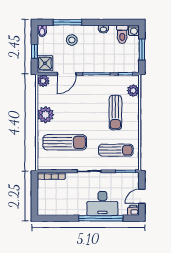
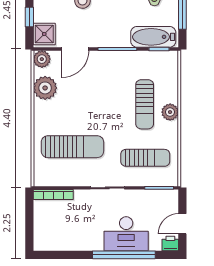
bathtub: (121, 65) -> (153, 37), added
plant: (133, 91) -> (170, 112), moved
plant: (46, 115) -> (45, 88), moved

